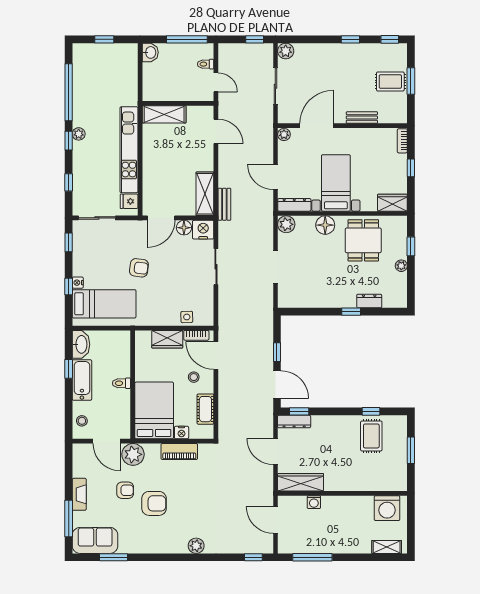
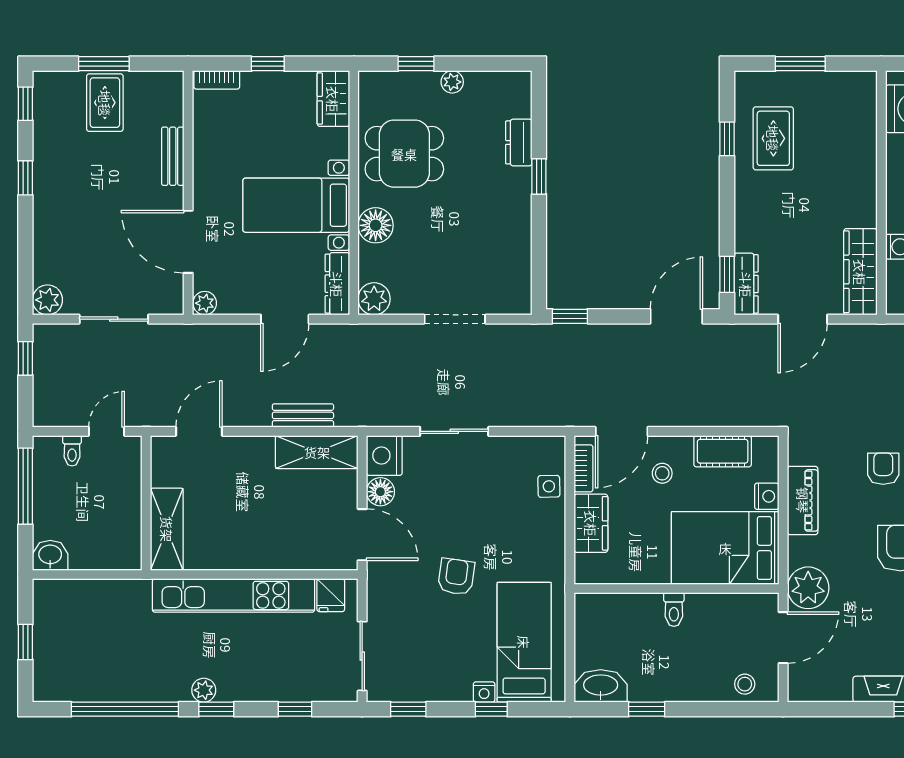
bench: (224, 204) -> (303, 415), moved
window: (277, 352) -> (570, 316), moved
bathtub: (82, 380) -> (668, 684), removed
rug: (371, 436) -> (773, 138), turned 90
armchair: (125, 490) -> (883, 469), moved

